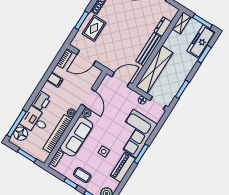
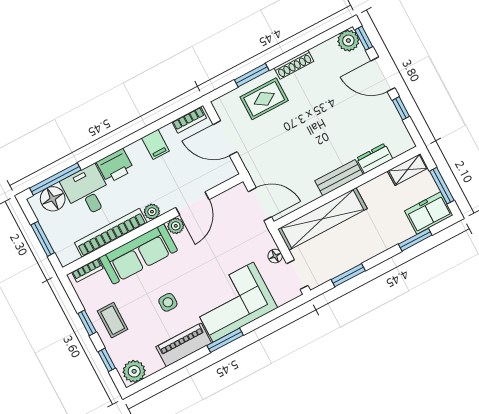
freezer: (201, 42) -> (429, 213), width x0.71
bench: (149, 49) -> (339, 178), width x0.73

